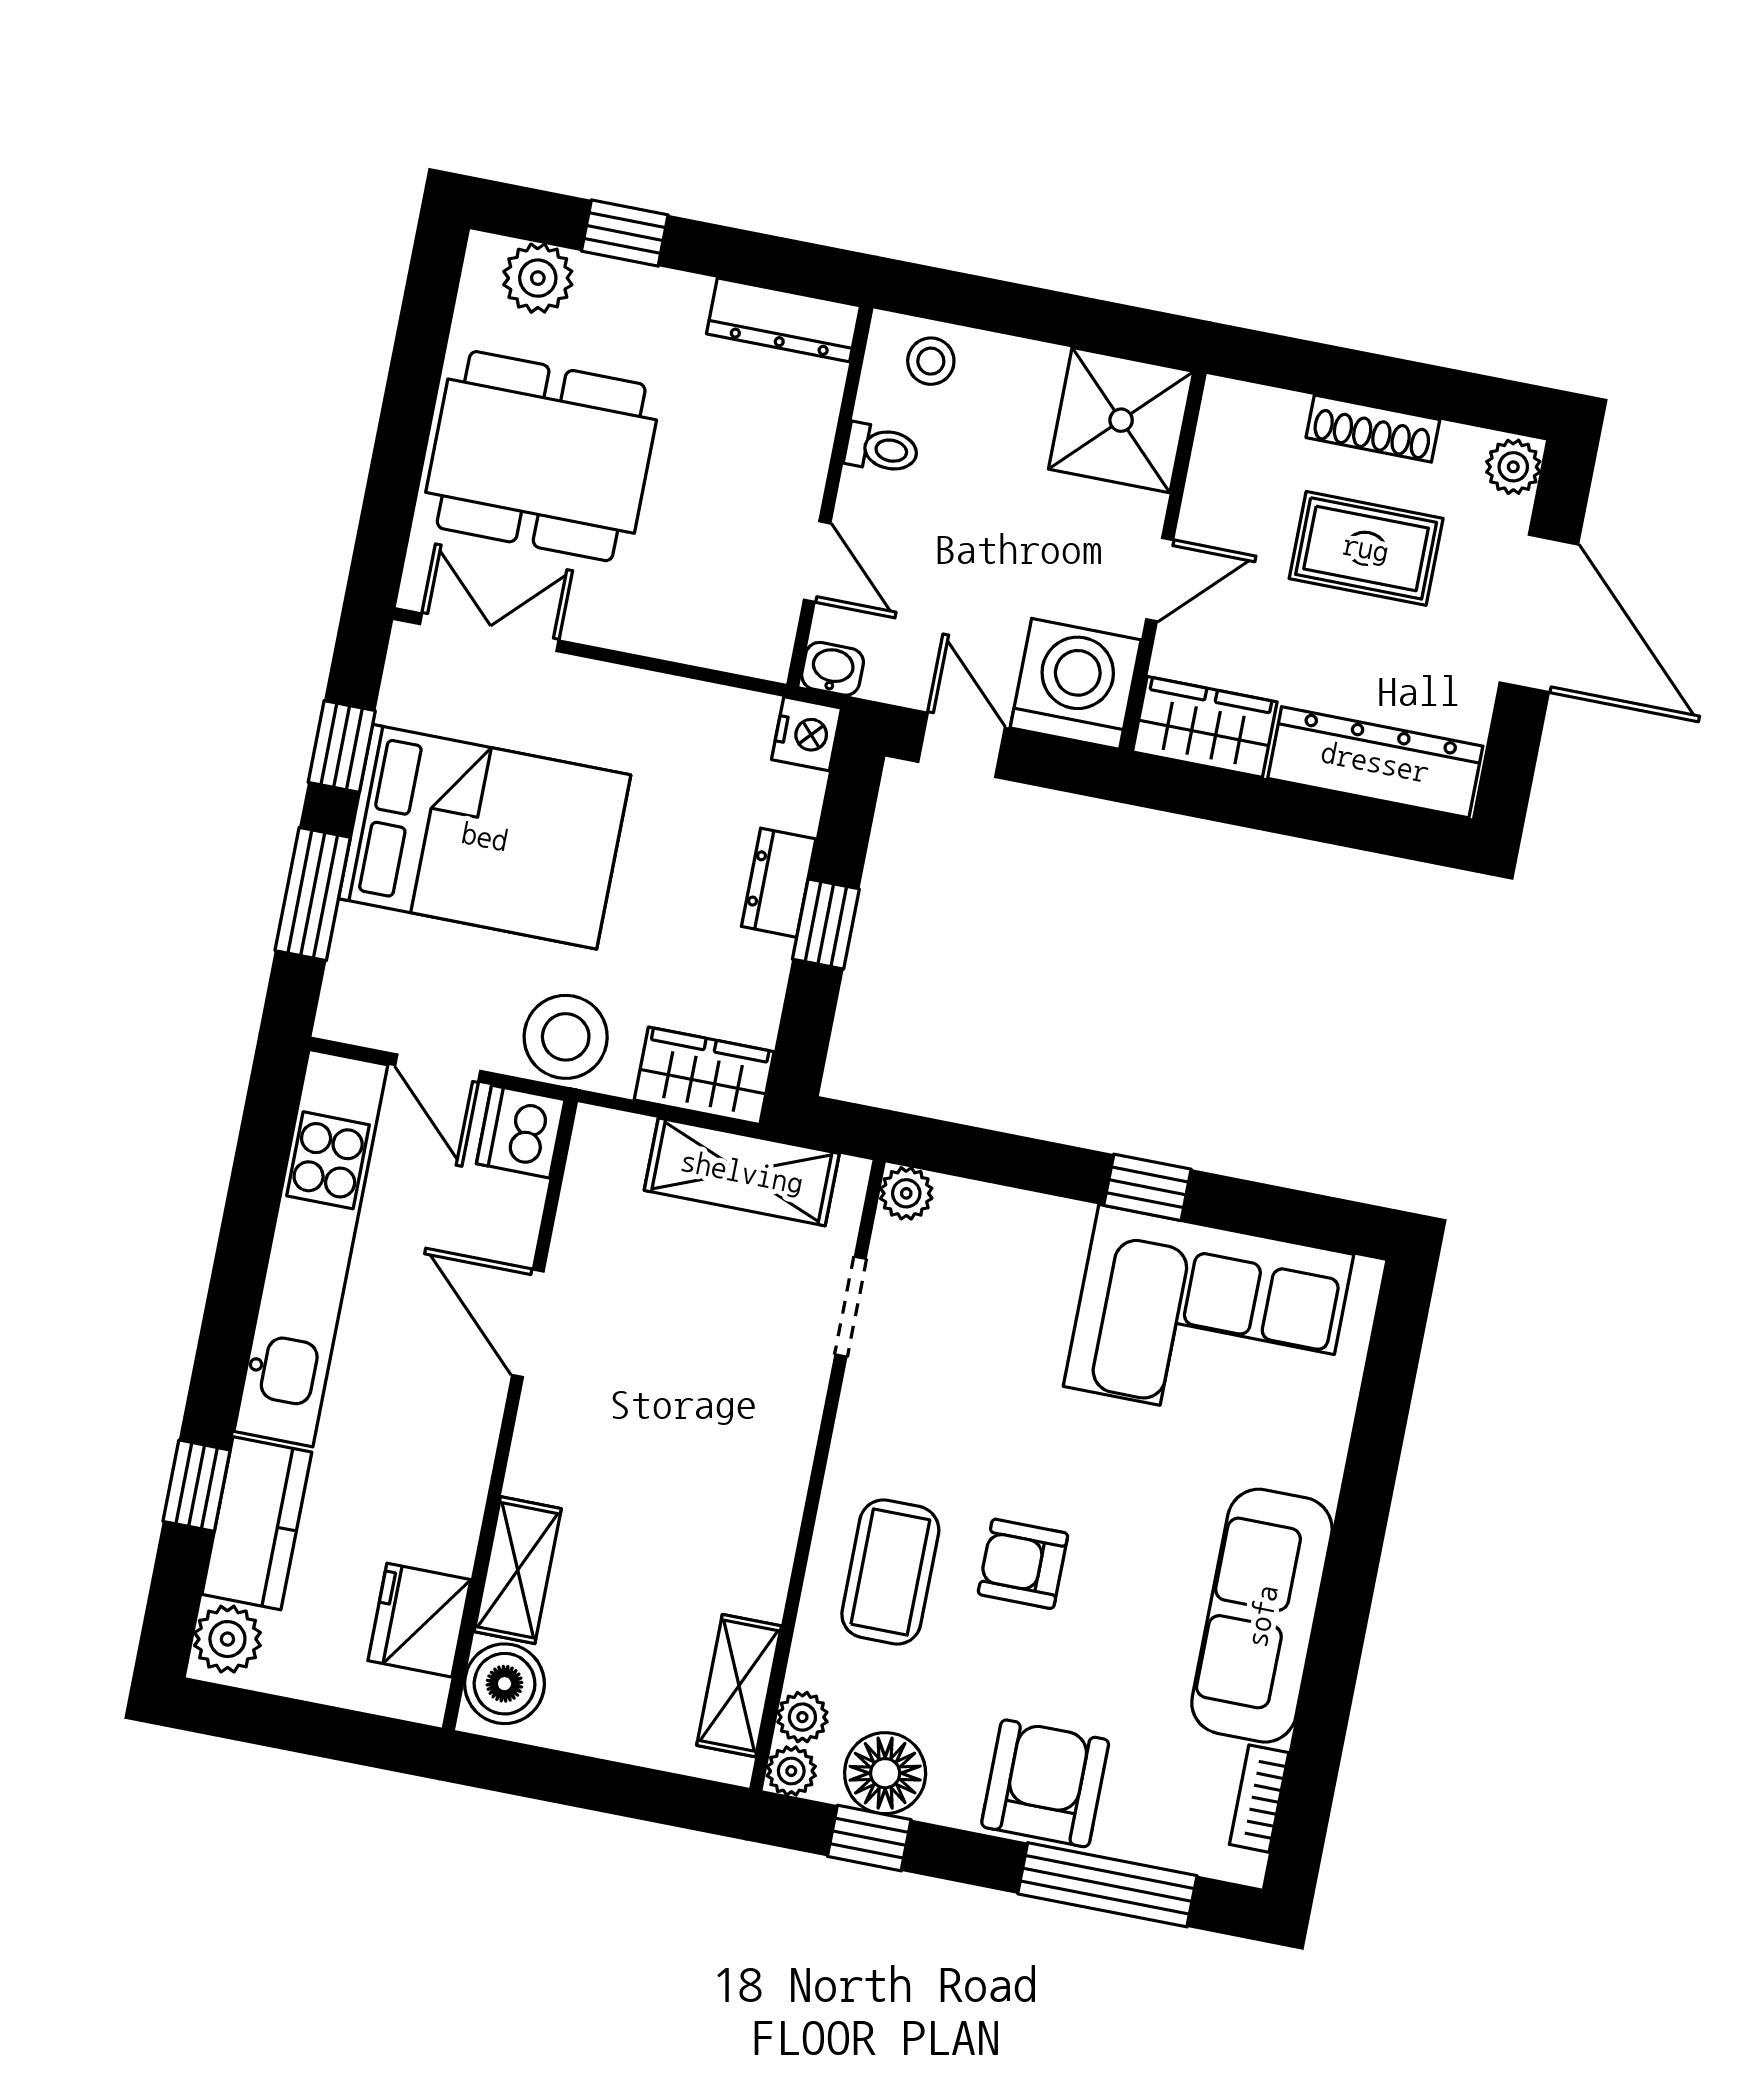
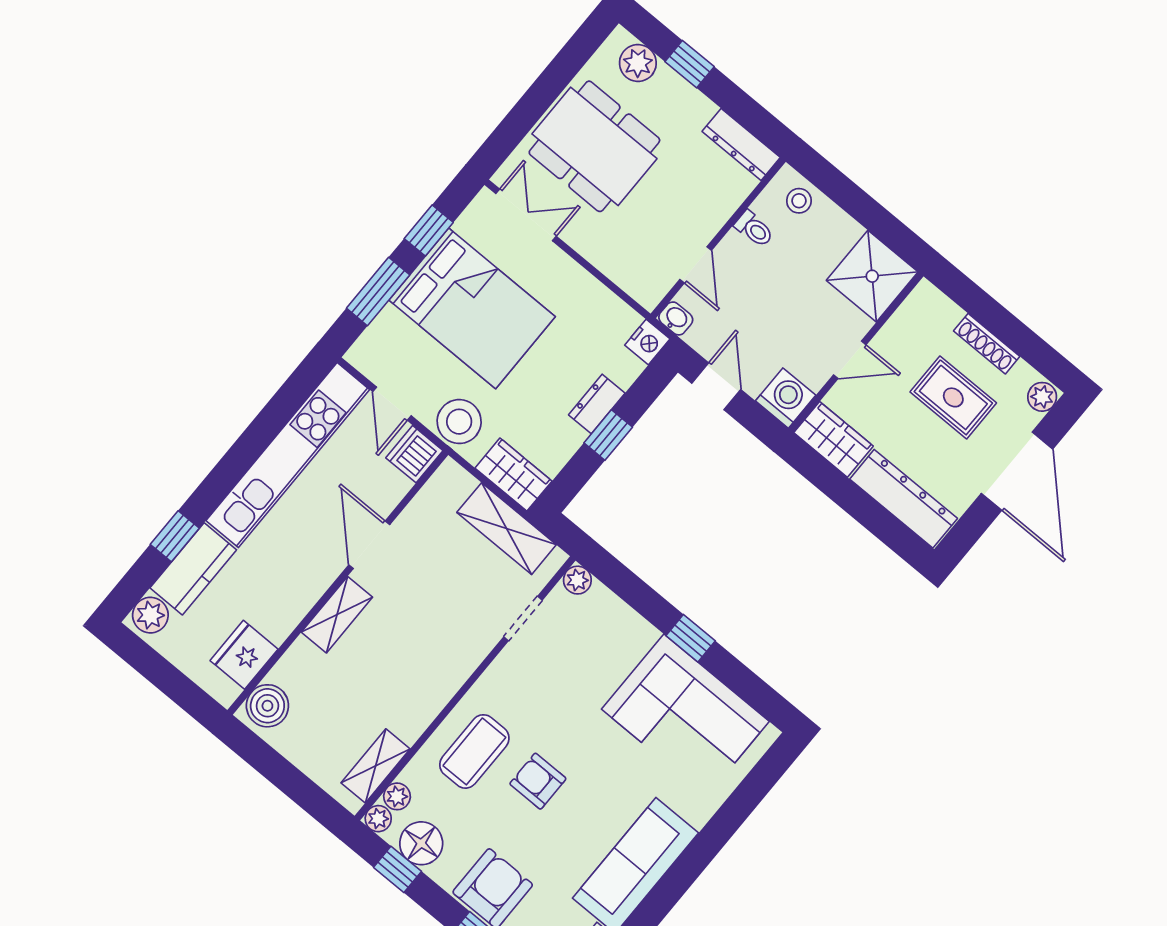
washing machine: (1076, 684) -> (786, 398), width x0.73, depth x0.73
shelving: (518, 1570) -> (337, 615), moved

